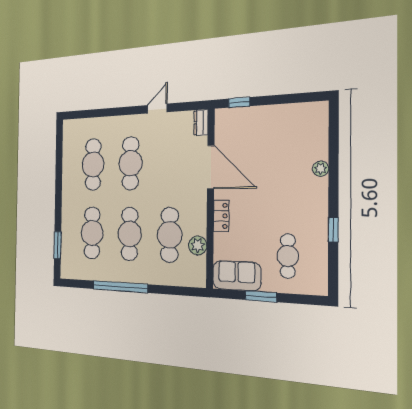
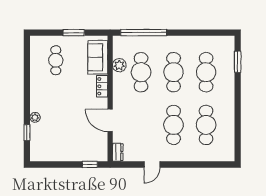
door: (211, 167) -> (110, 120), width x0.73
window: (333, 229) -> (27, 133), moved
sofa: (237, 276) -> (98, 57), moved, turned 90
window: (120, 287) -> (144, 33), moved

